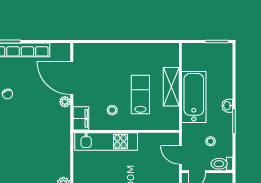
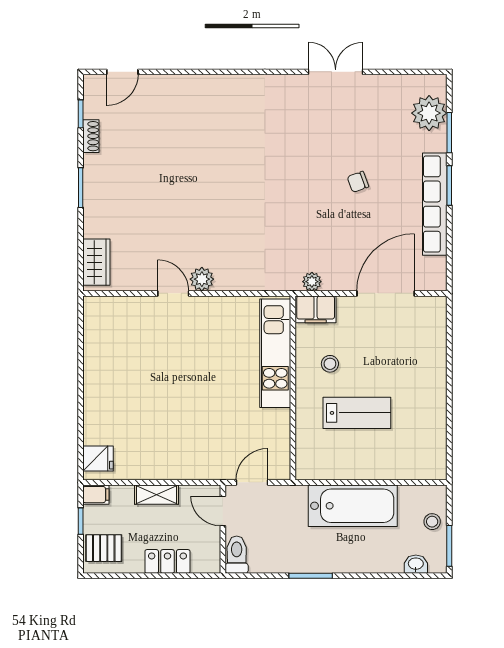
shelving: (171, 87) -> (371, 467), removed
plant: (65, 102) -> (312, 282), moved
washbasin: (227, 106) -> (416, 564), moved
stool: (211, 141) -> (432, 522), moved

